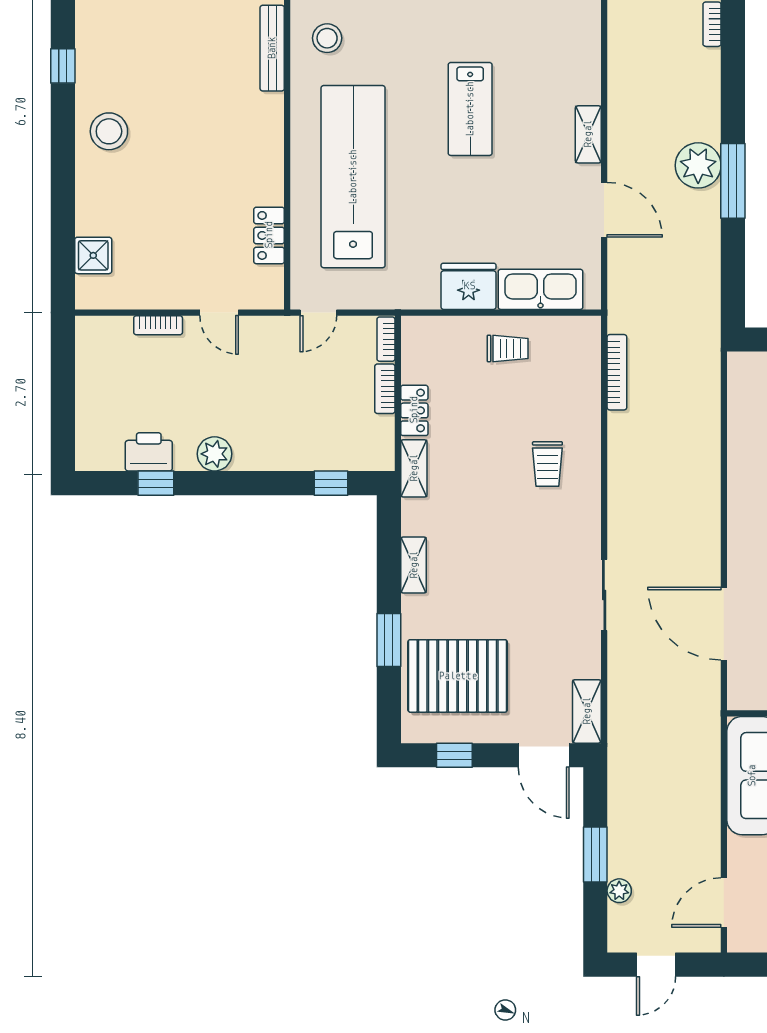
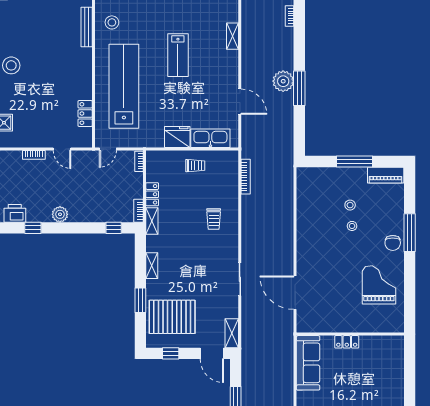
shelving: (588, 134) -> (233, 36), moved
bookcase: (385, 389) -> (139, 211), moved
printer: (149, 452) -> (15, 213), moved

